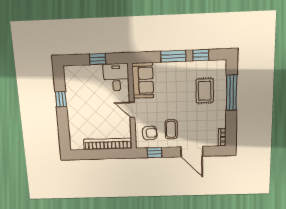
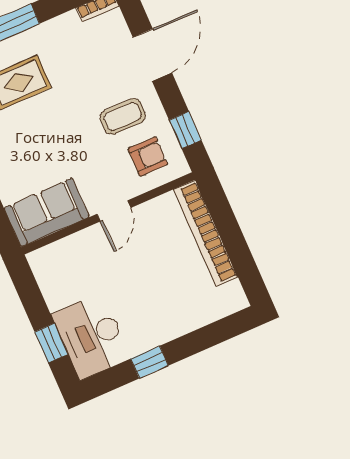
window: (98, 59) -> (51, 343), moved
desk: (116, 77) -> (91, 336), moved, width x1.37
armchair: (150, 133) -> (148, 156), turned 93

